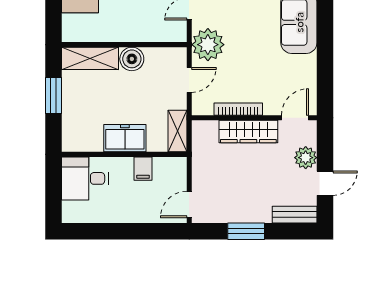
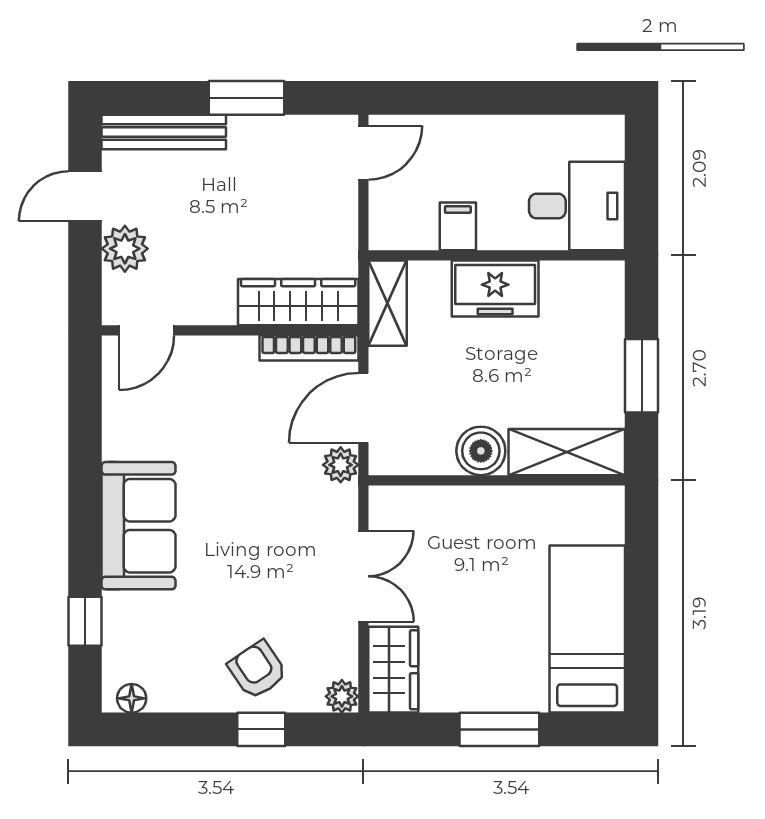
plant: (208, 45) -> (341, 465), width x0.53, depth x0.53
door: (189, 80) -> (363, 408), width x1.38
bookcase: (238, 109) -> (309, 348), moved
wardrobe: (248, 132) -> (298, 302), moved
bench: (295, 215) -> (164, 132), width x1.36

